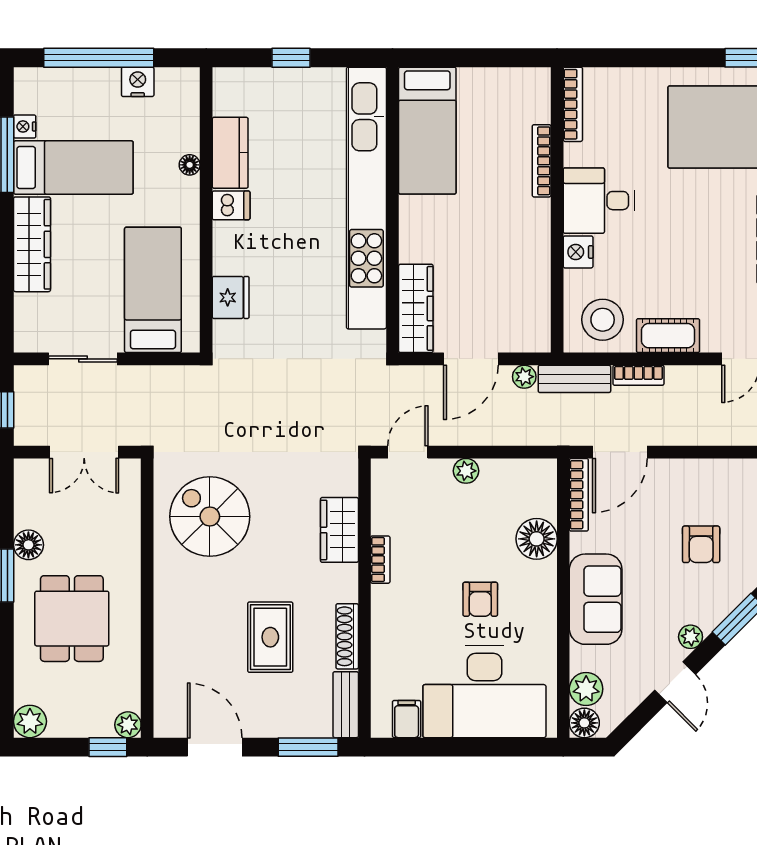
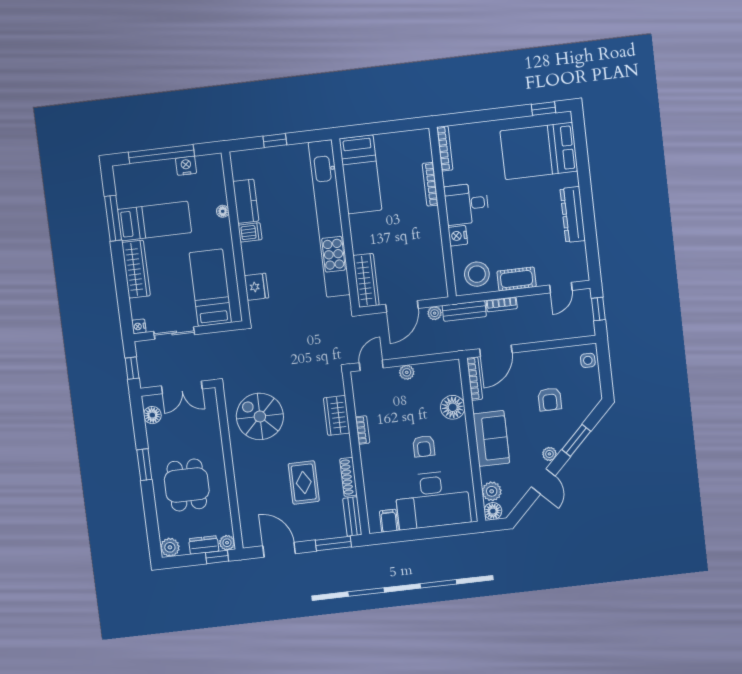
nightstand: (25, 126) -> (139, 326), moved
floor lamp: (28, 545) -> (152, 415), moved
dresser: (88, 724) -> (204, 545), added

